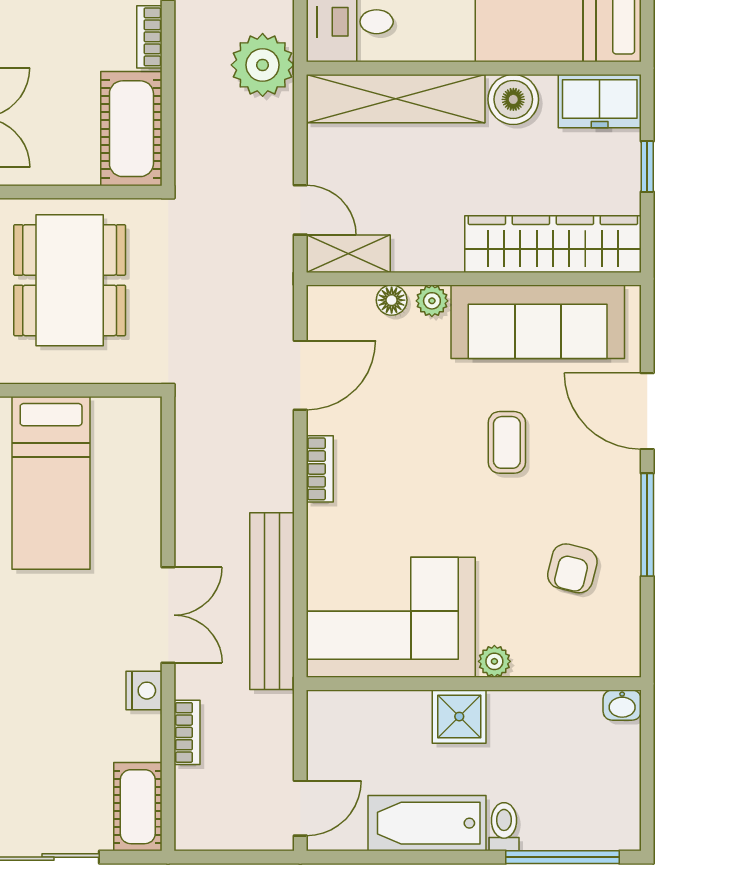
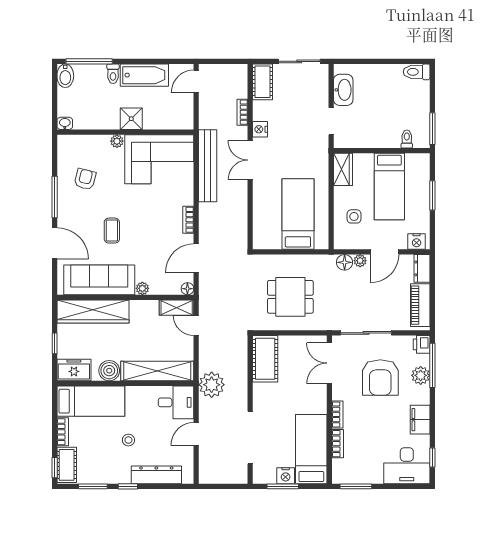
bookcase: (149, 37) -> (258, 396), removed
dining table: (70, 280) -> (290, 297), width x0.73
floor lamp: (392, 300) -> (187, 289), moved
bidet: (621, 822) -> (65, 76), added

